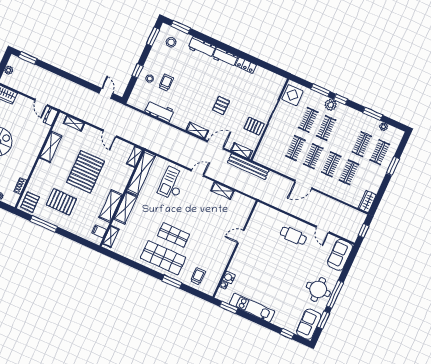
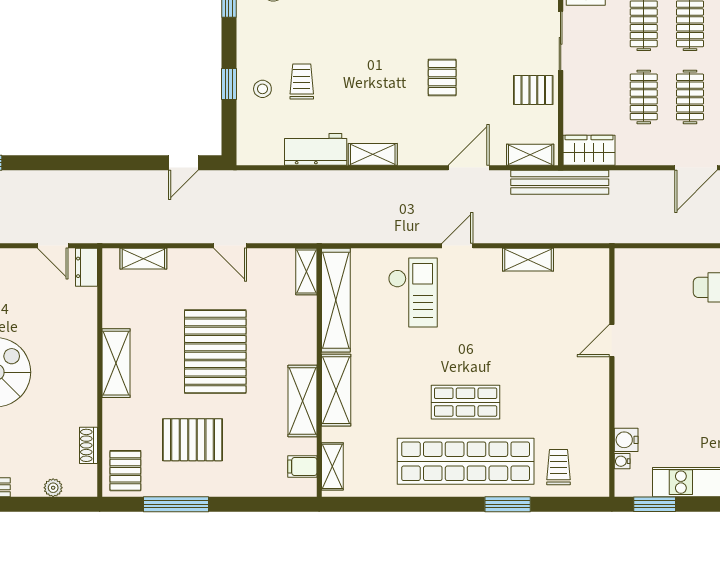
door: (106, 93) -> (183, 163), swing flipped
shelving: (197, 130) -> (373, 154), moved
shelving: (51, 147) -> (116, 363), moved
wardrobe: (265, 159) -> (589, 150), added
checkout: (172, 183) -> (413, 292), turned 180
shop shelf: (163, 258) -> (466, 461), width x1.40

